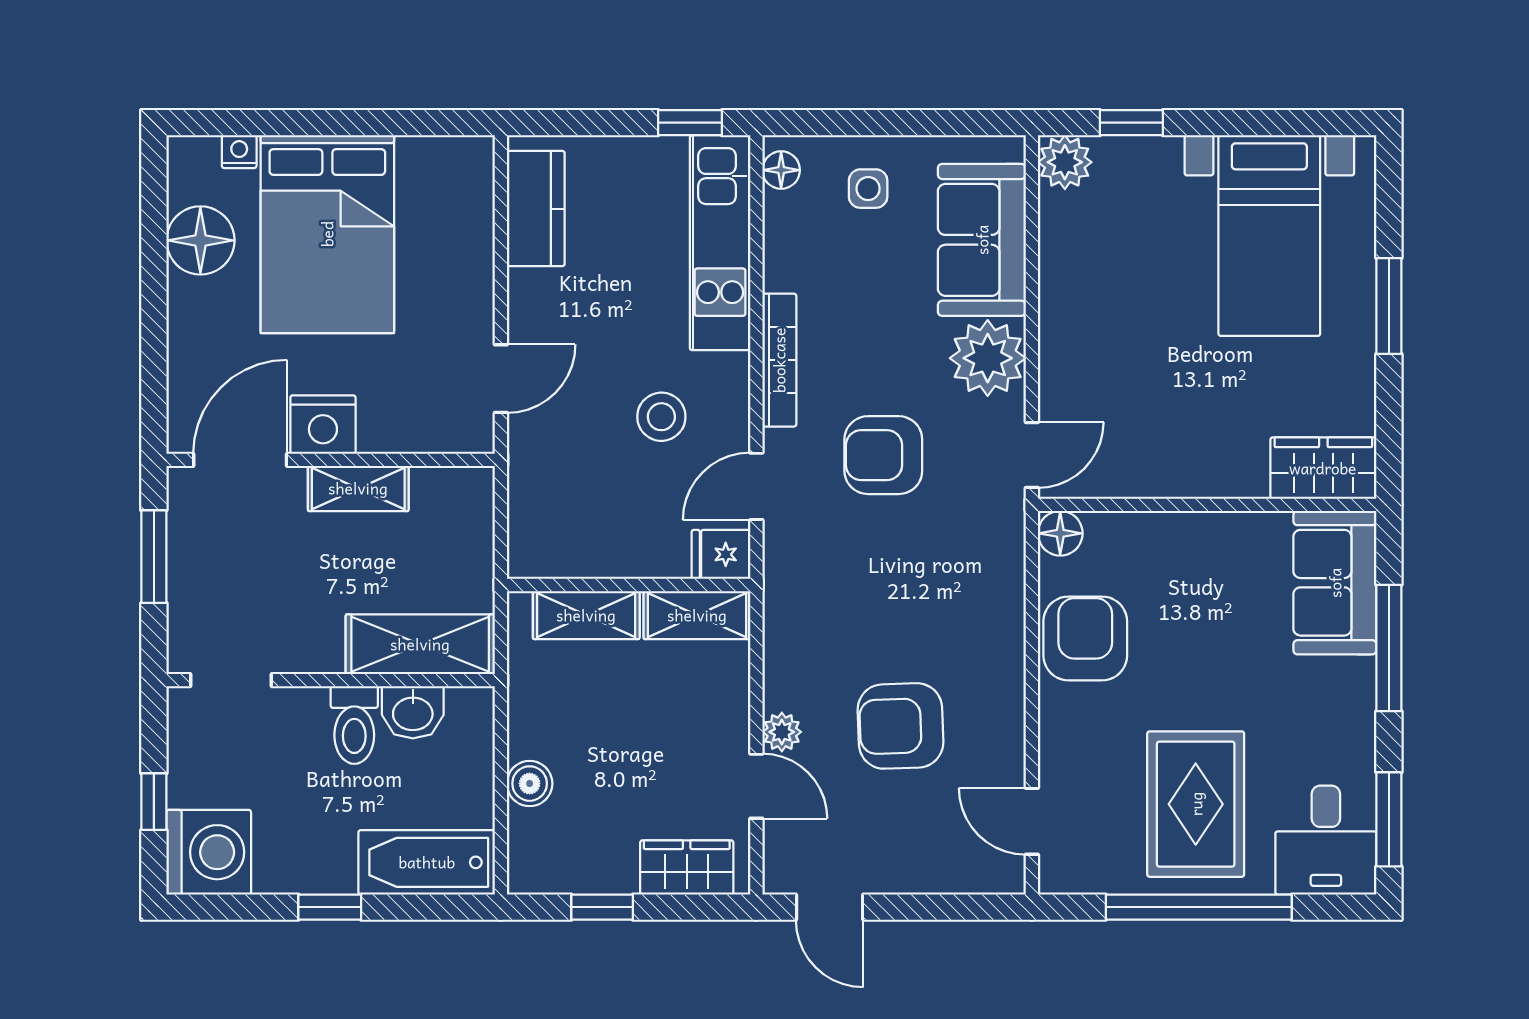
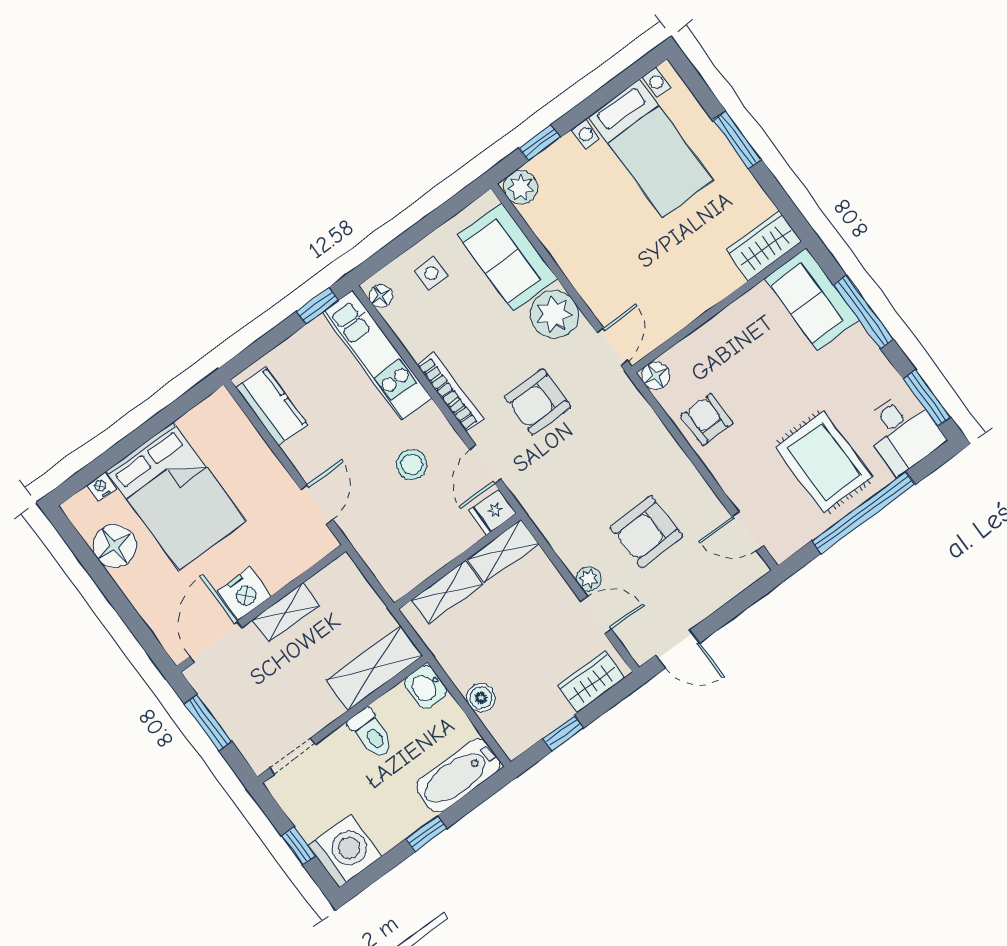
armchair: (1085, 638) -> (707, 419), width x0.72, depth x0.72
washbasin: (413, 712) -> (426, 687), moved, turned 90

